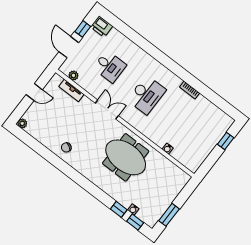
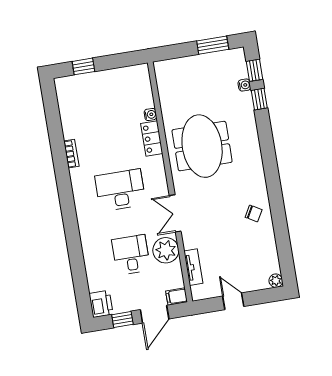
filing cabinet: (66, 67) -> (177, 296), added
plant: (73, 75) -> (166, 250), moved, width x1.87, depth x1.87
locker: (155, 137) -> (152, 138), added

